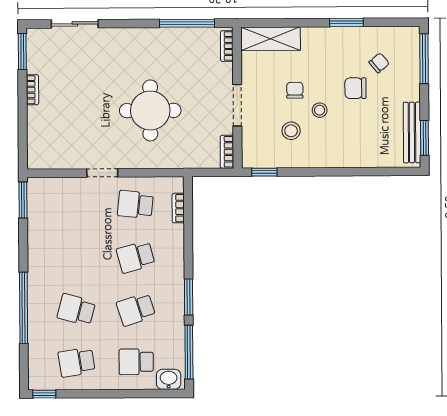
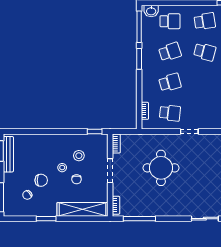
shelving: (271, 39) -> (82, 209), width x1.47

